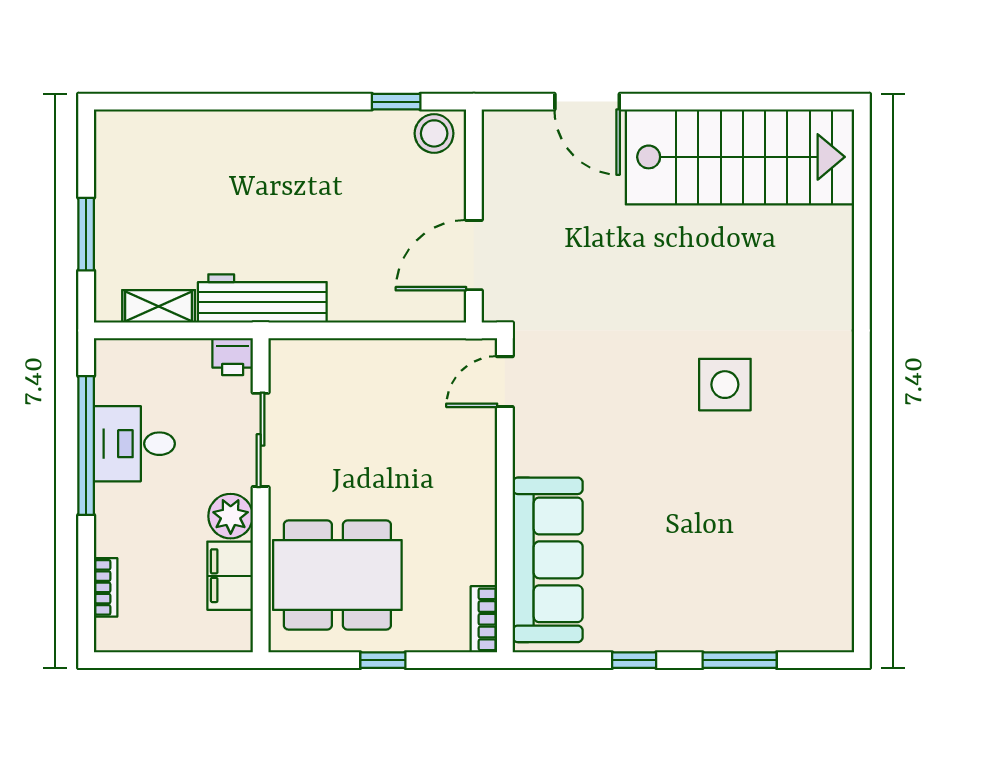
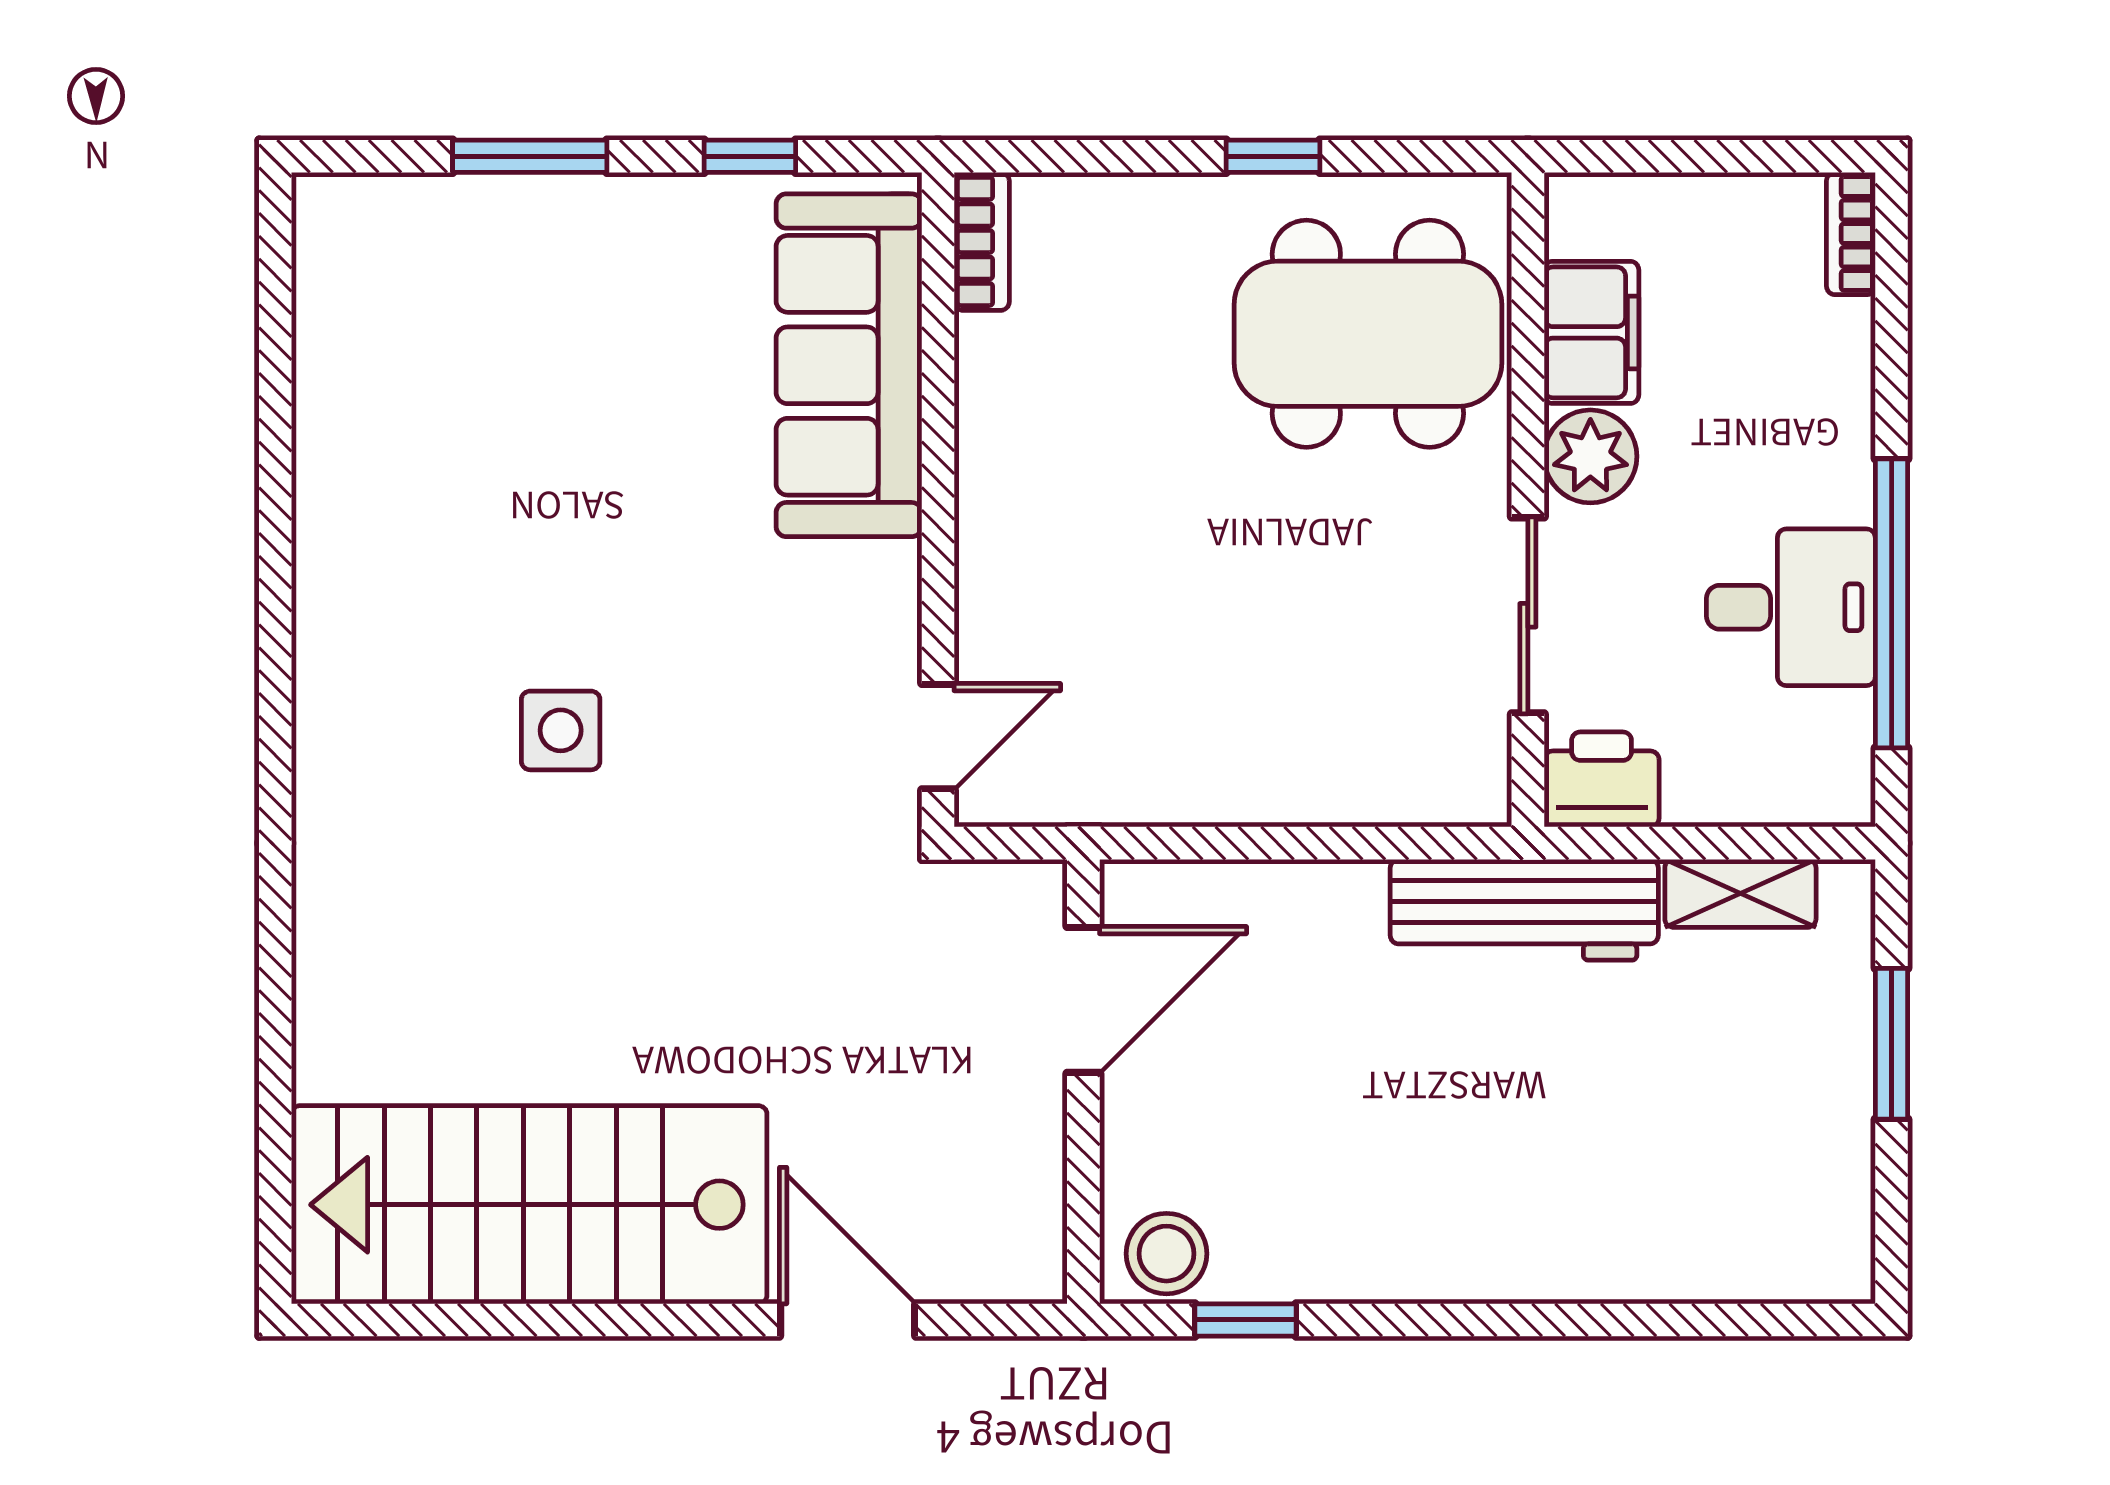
printer: (233, 357) -> (1602, 779), width x1.36, depth x1.24
door: (505, 382) -> (938, 737), moved
side table: (725, 385) -> (561, 730), width x0.73, depth x0.73
wall: (505, 495) -> (938, 500), moved
sofa: (548, 560) -> (849, 365), moved
bookcase: (106, 587) -> (1851, 234), moved
bookcase: (484, 619) -> (982, 241), moved

